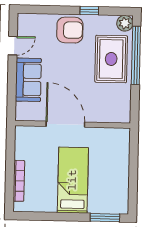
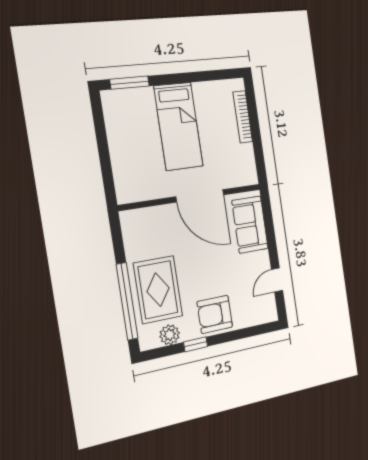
plant: (125, 23) -> (170, 335), moved
sofa: (28, 80) -> (250, 225), moved

